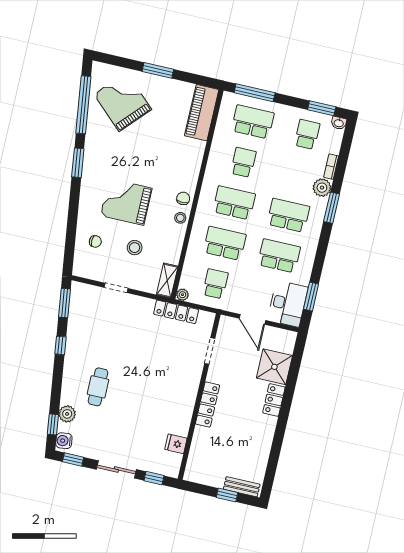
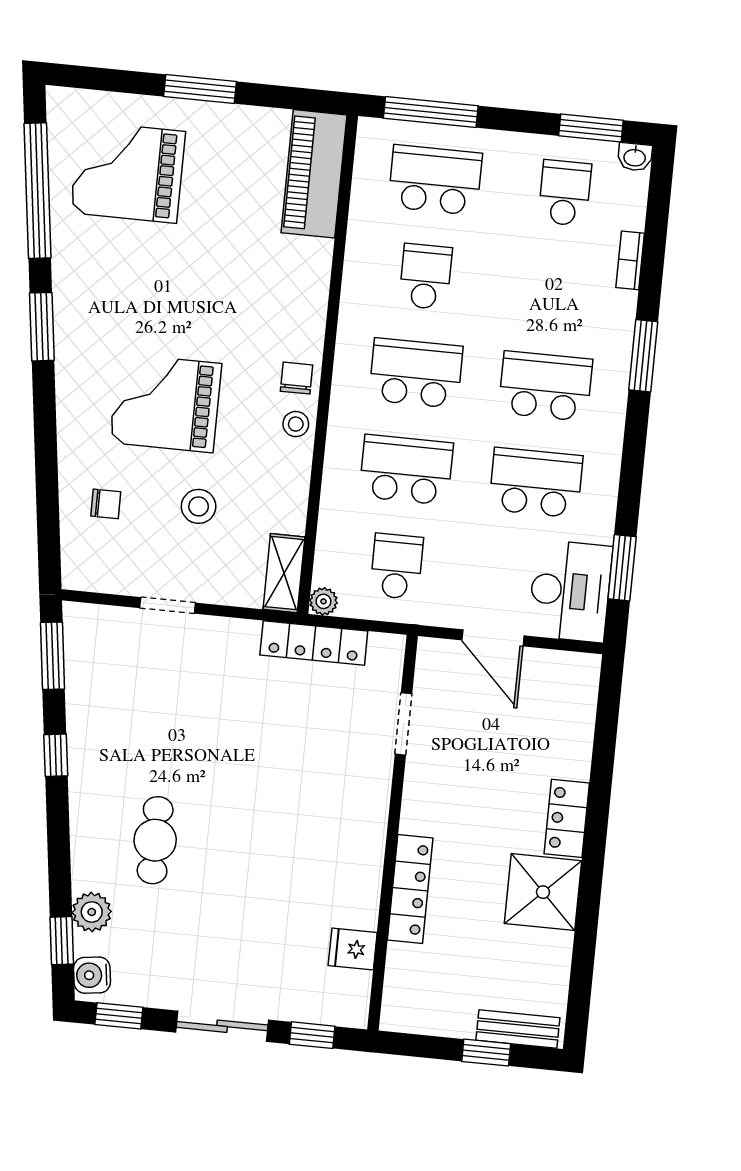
grand piano: (123, 102) -> (128, 172), turned -43
plant: (322, 188) -> (615, 312), removed
shower: (274, 367) -> (543, 892), moved
locker: (208, 404) -> (410, 889), moved

